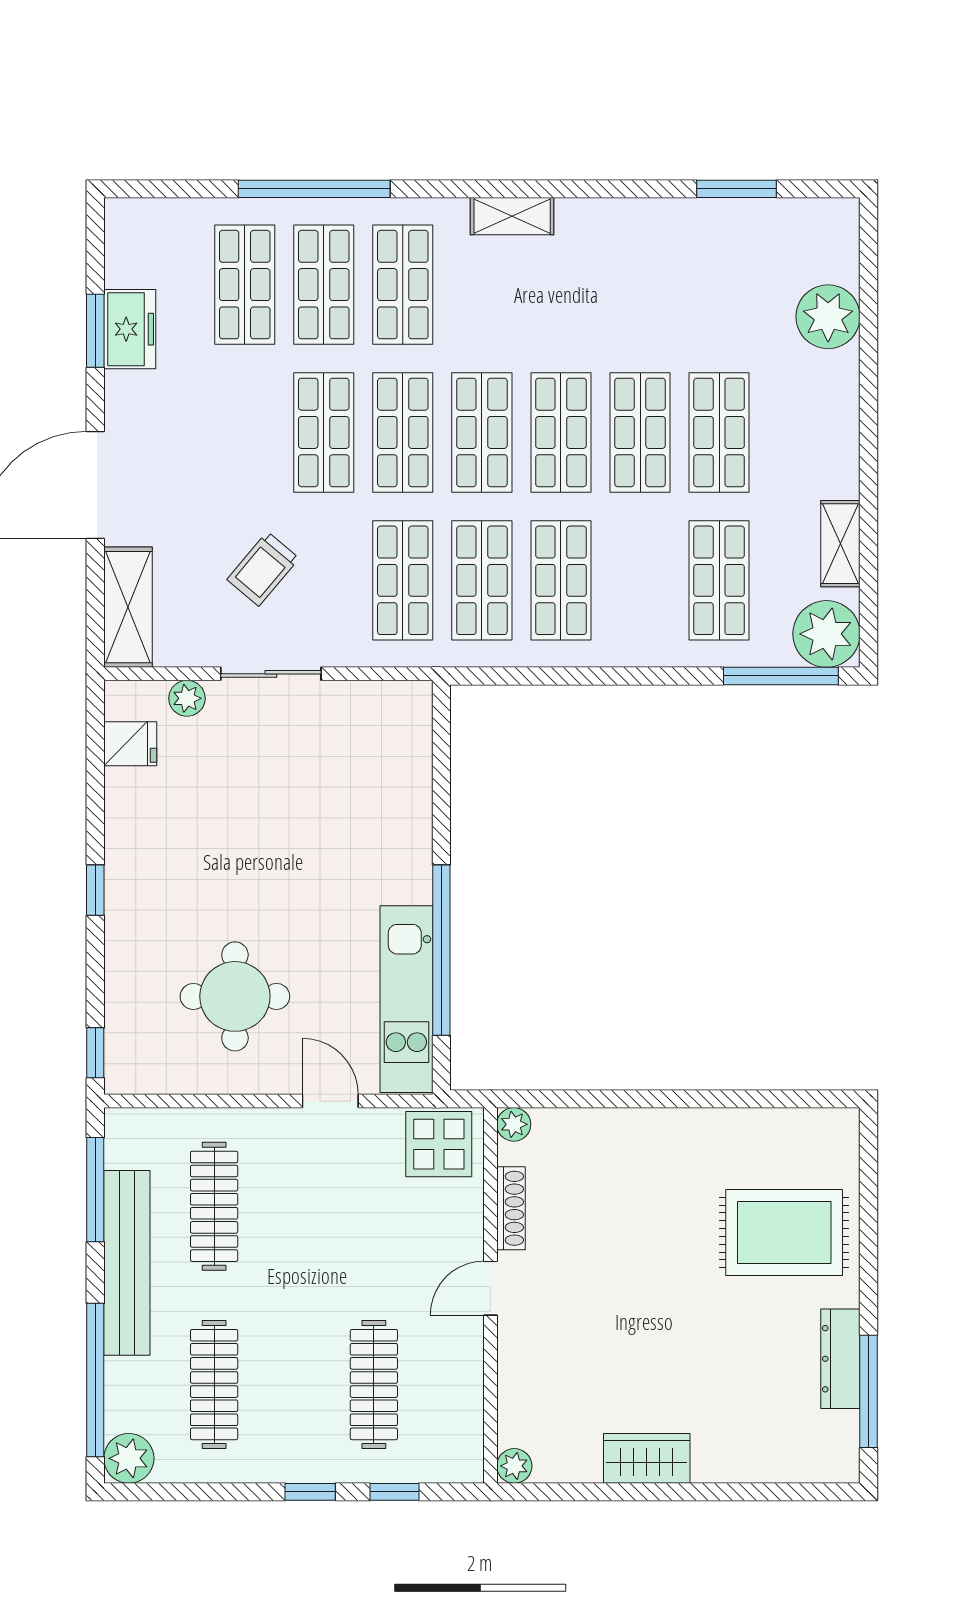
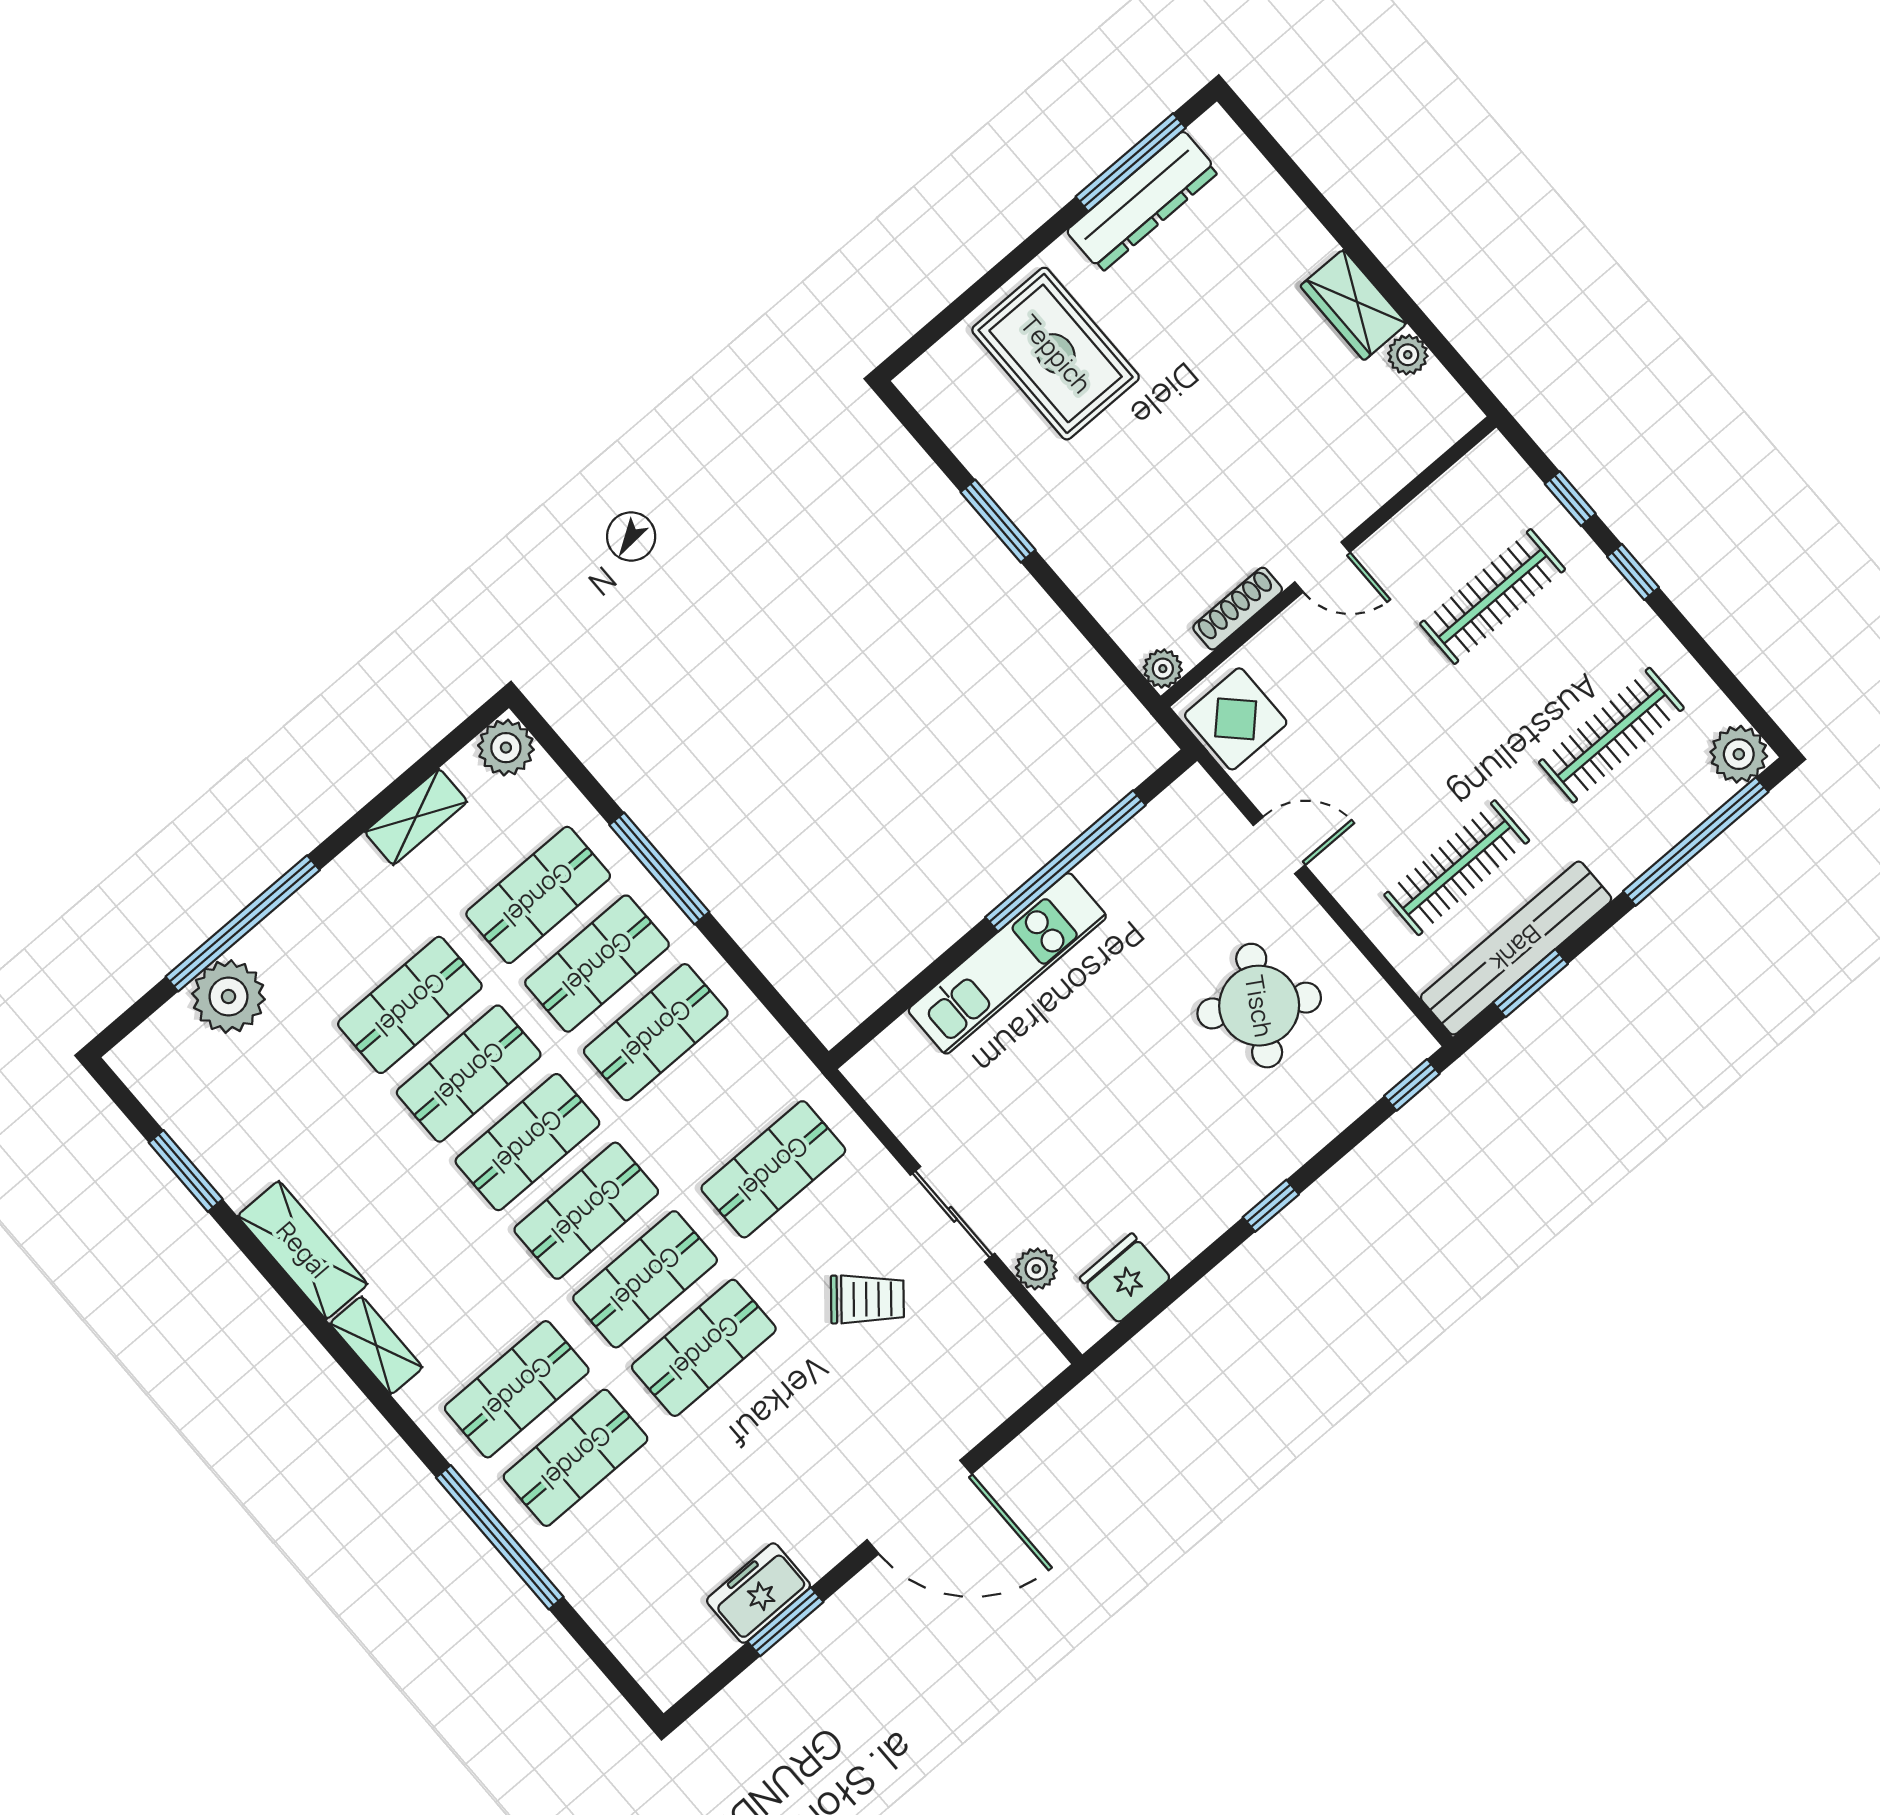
shop shelf: (245, 285) -> (634, 1526), removed
window: (869, 368) -> (243, 923), added
shop shelf: (482, 580) -> (597, 964), moved
shelving: (128, 607) -> (303, 1250), moved, turned 90
plant: (826, 634) -> (506, 748), width x0.73, depth x0.73
window: (781, 676) -> (659, 868), moved
fridge: (130, 744) -> (1125, 1278), width x1.38
round table: (235, 996) -> (1259, 1006), turned 31
kitchen unit: (406, 999) -> (1007, 963), moved
window: (706, 1099) -> (998, 521), added
door: (330, 1101) -> (1279, 845), swing flipped
window: (95, 1190) -> (1531, 983), width x0.69
bench: (127, 1263) -> (1516, 948), moved
dresser: (840, 1359) -> (1143, 201), width x1.37, depth x1.24
plant: (514, 1466) -> (1408, 355), moved

